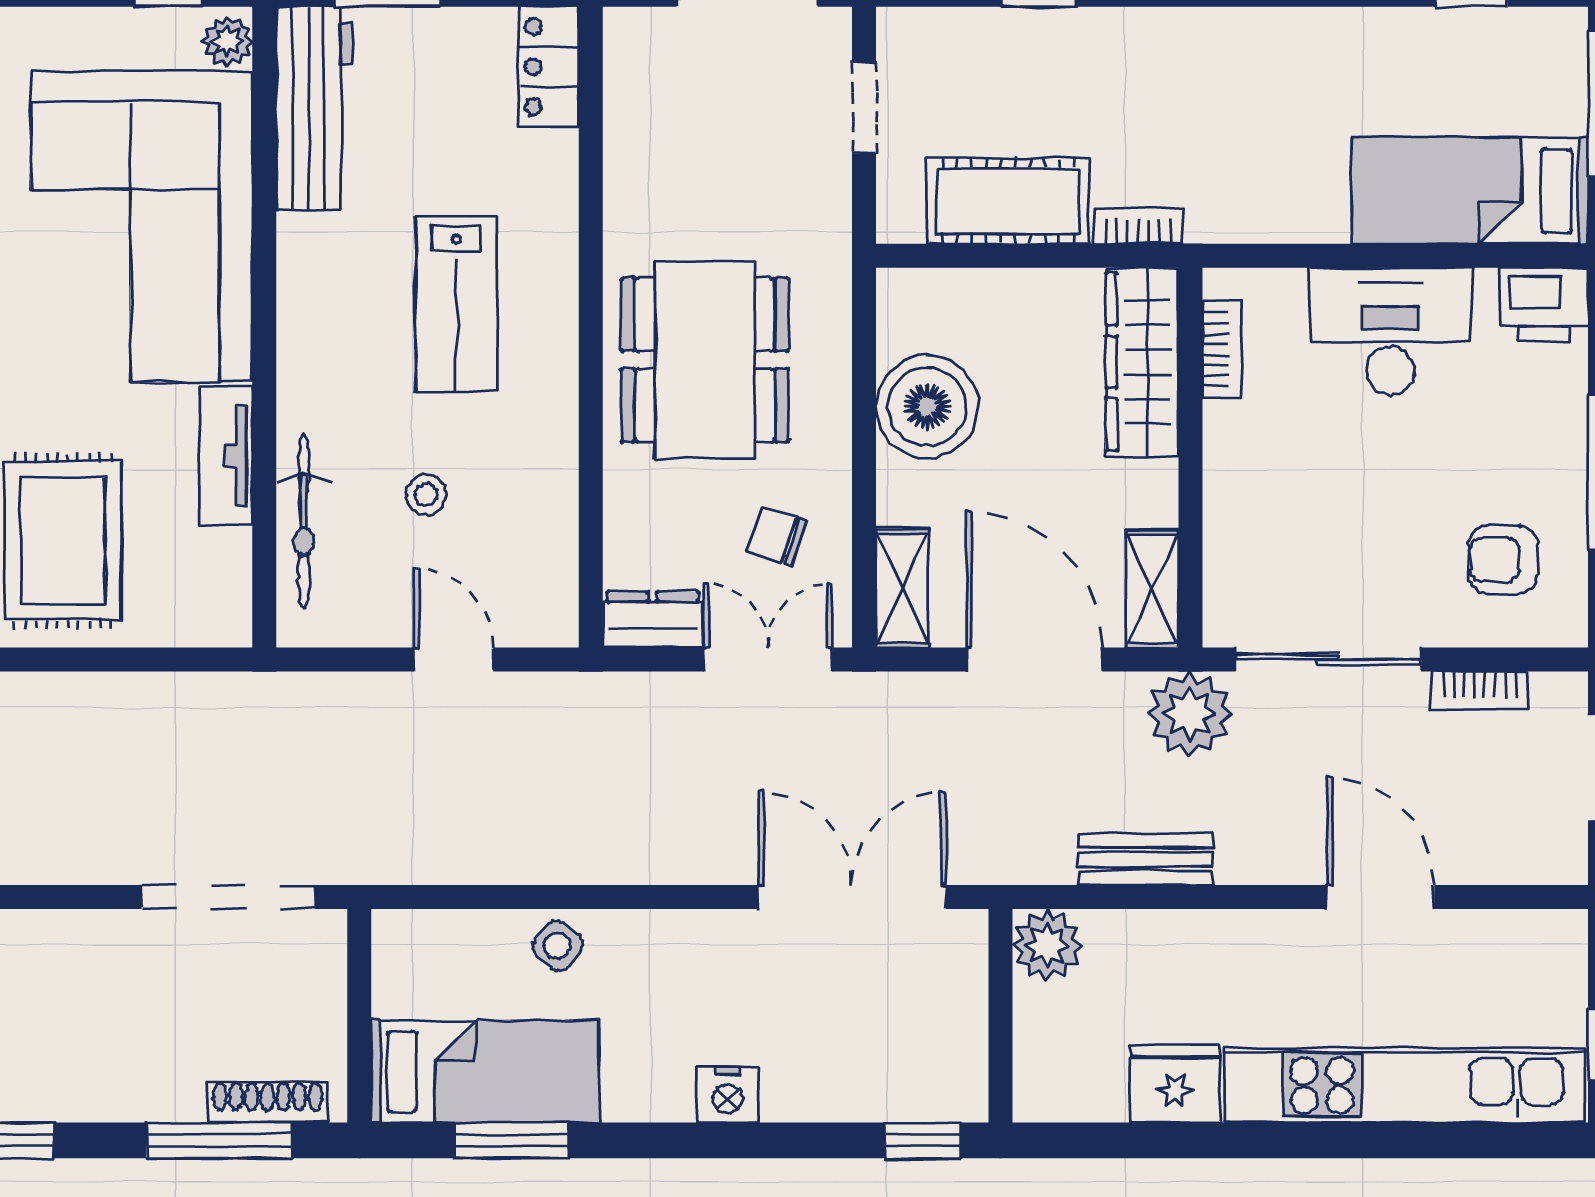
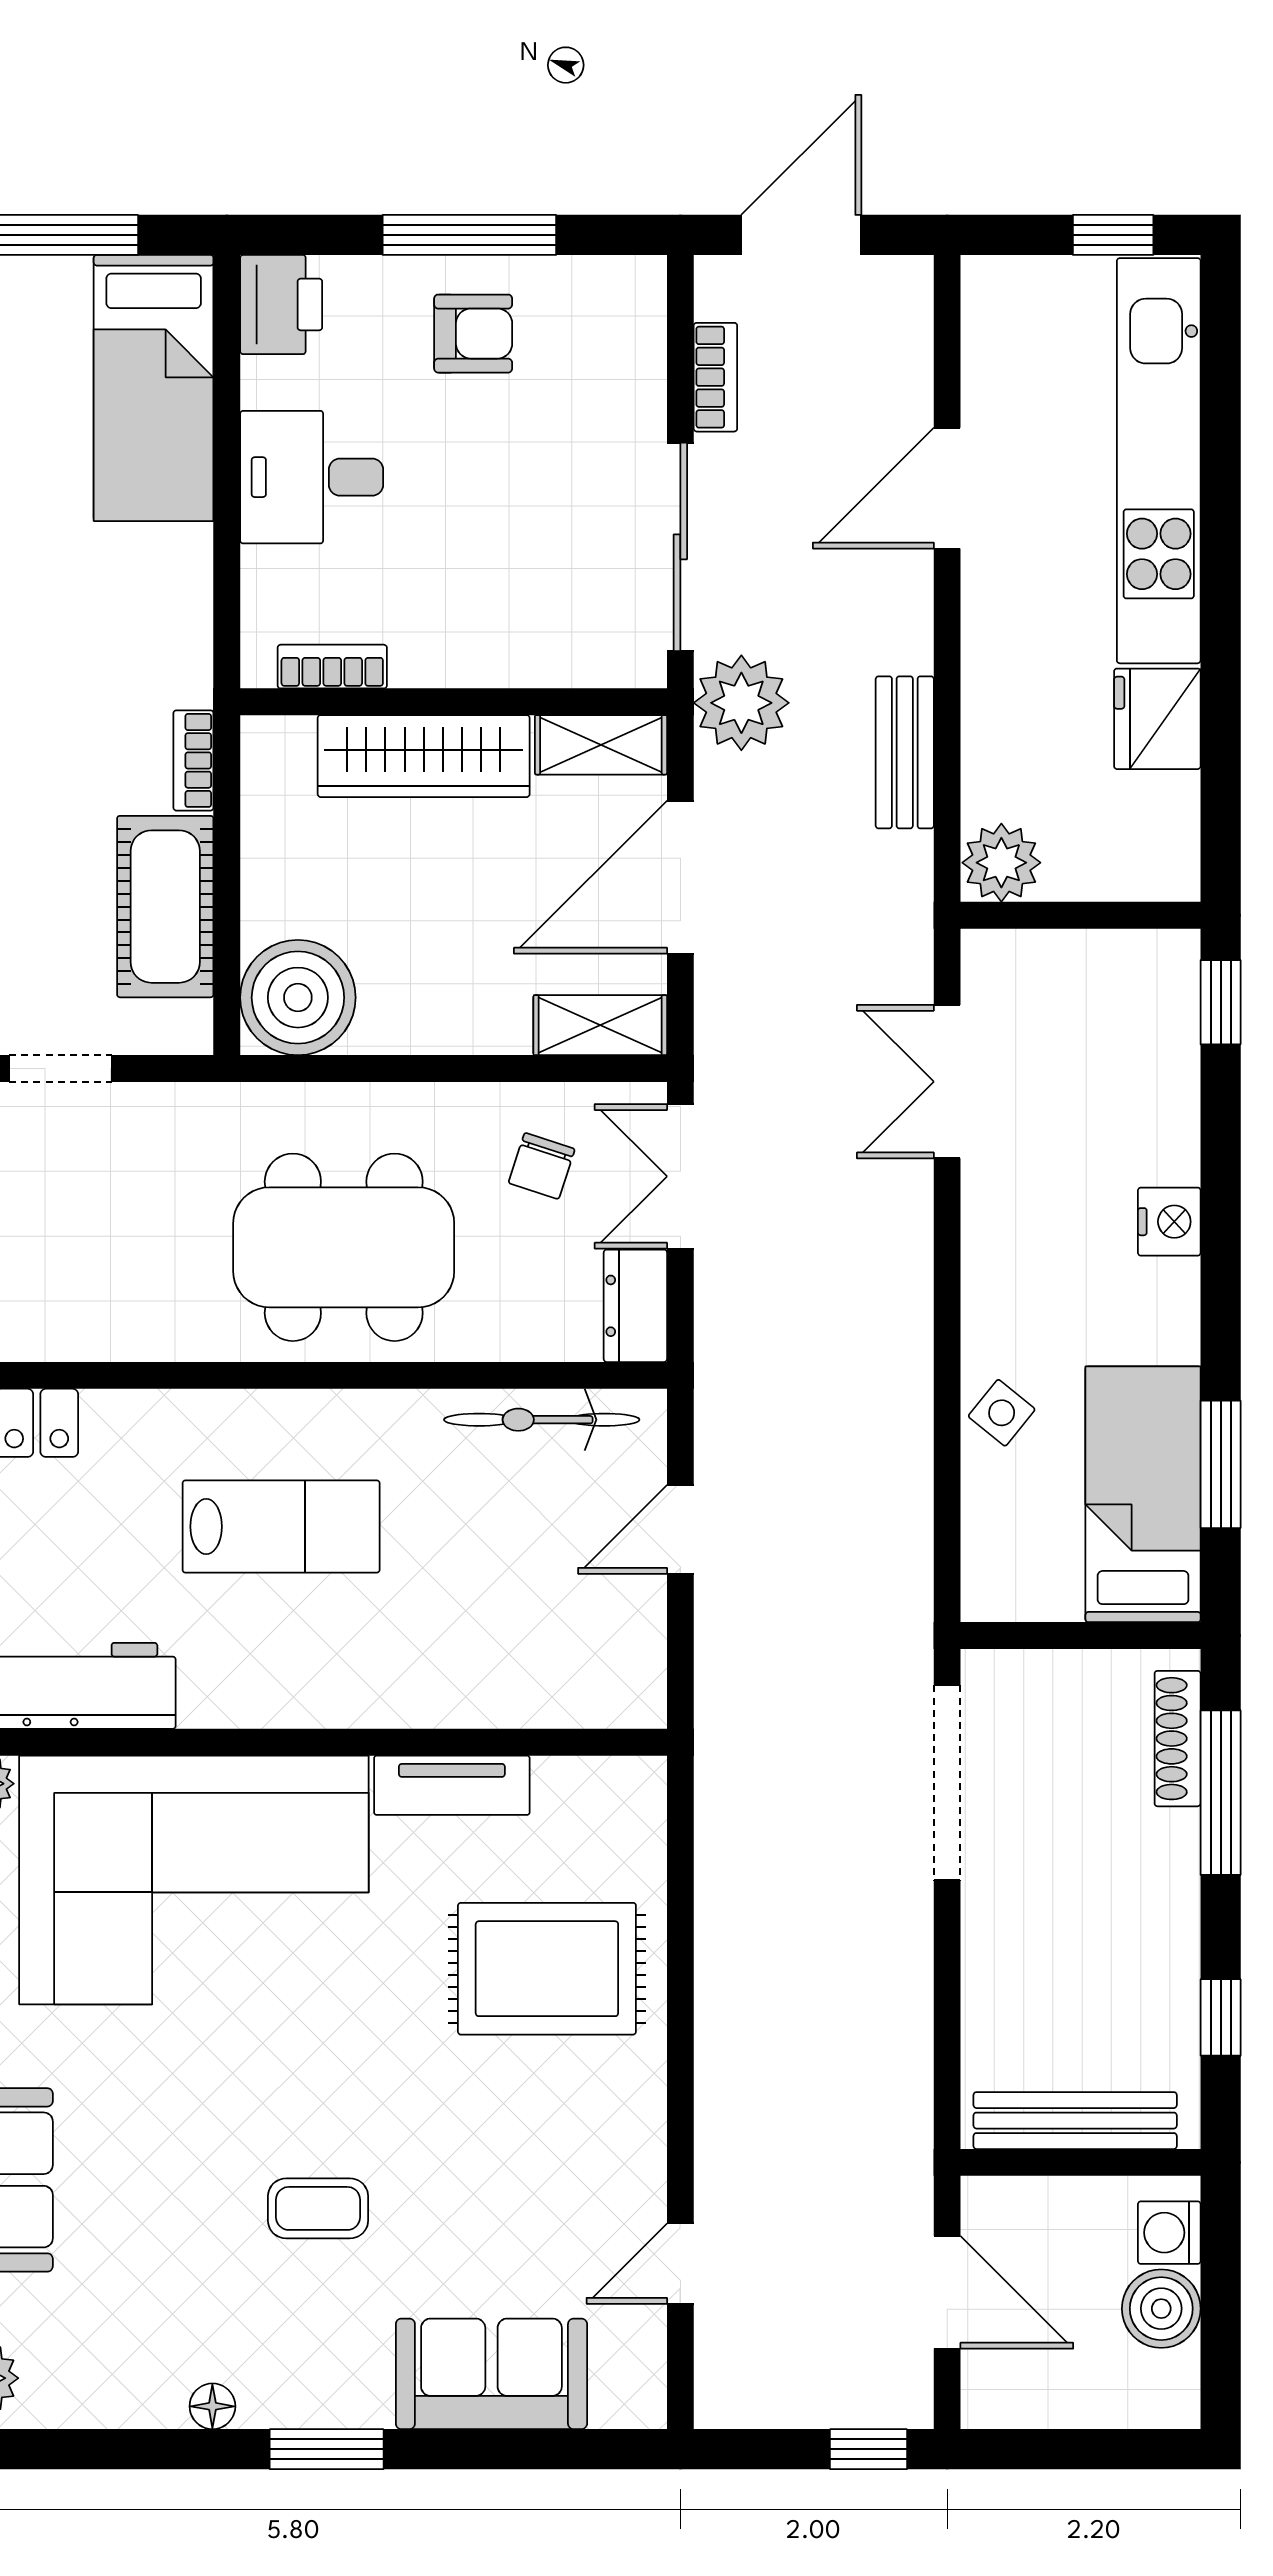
desk: (1390, 331) -> (312, 477), width x0.73
wardrobe: (1142, 362) -> (424, 756), moved
boiler: (927, 406) -> (298, 998), moved
stool: (426, 495) -> (495, 1560), removed
bicycle: (304, 521) -> (542, 1420), moved, turned 180
armchair: (1503, 560) -> (473, 334), moved, turned -90
double door: (852, 897) -> (947, 1082), width x0.73

